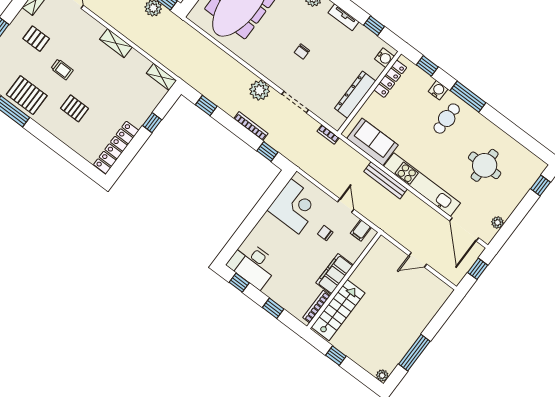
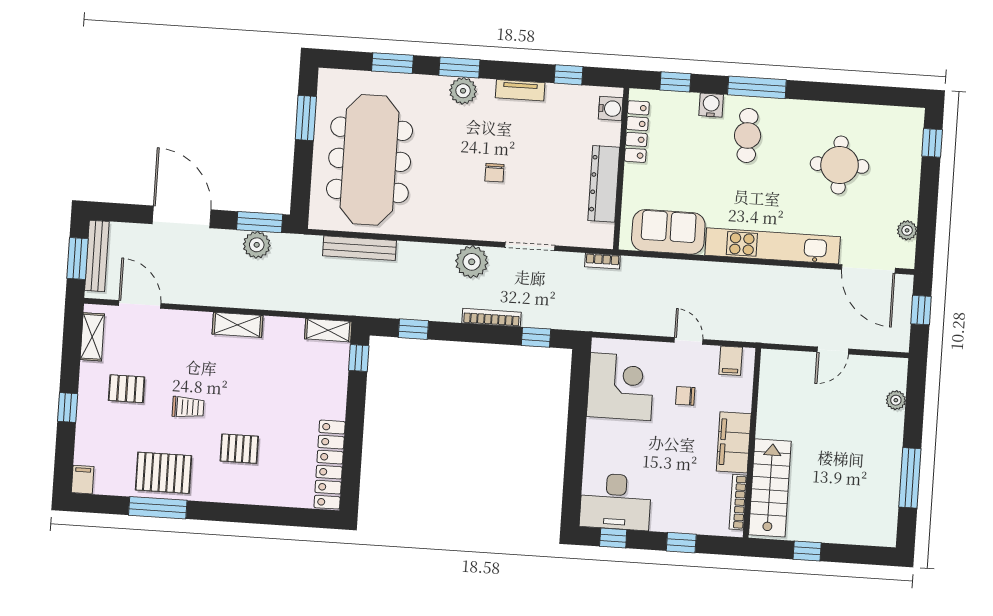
window: (152, 123) -> (359, 358), moved
bench: (385, 180) -> (359, 248), moved
plant: (382, 376) -> (896, 400), moved

